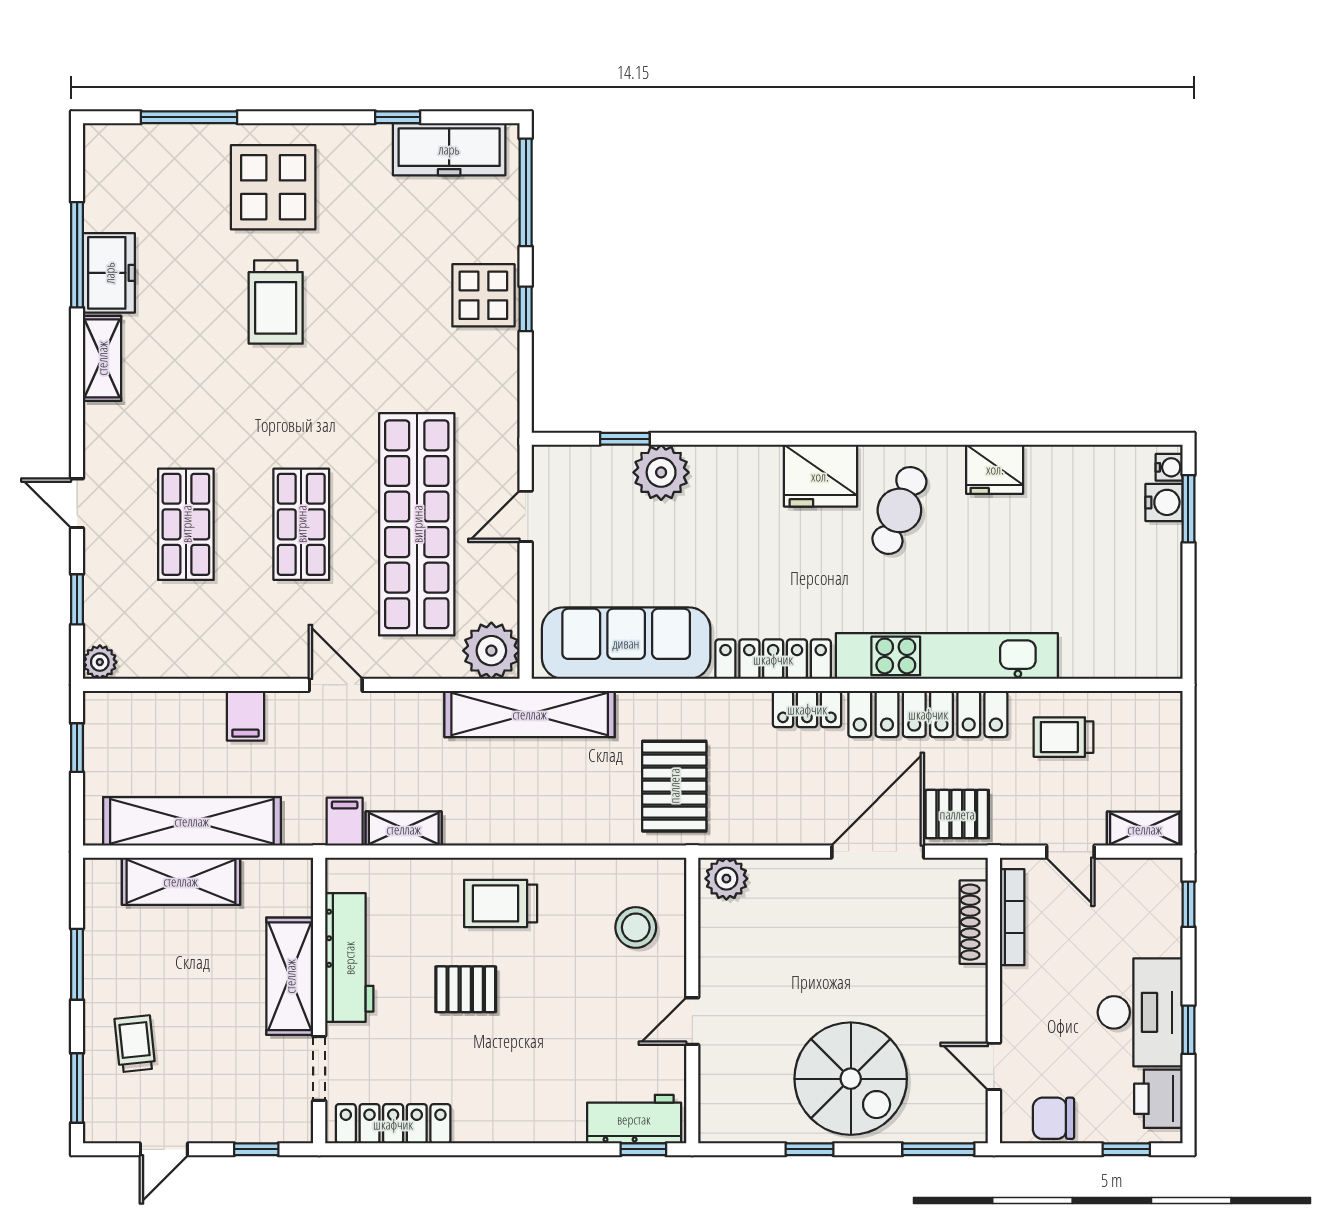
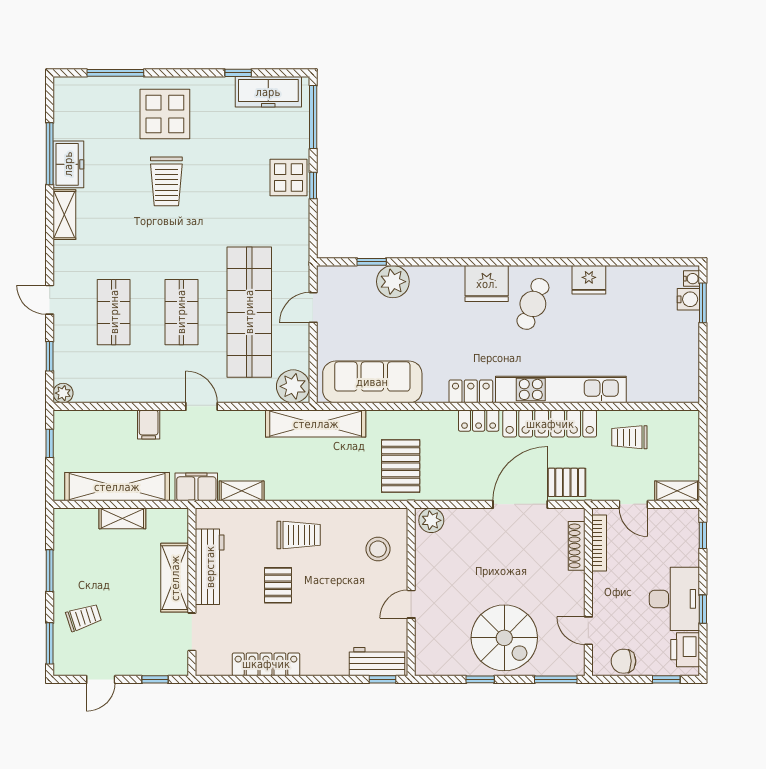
locker: (773, 659) -> (471, 391), width x0.66
filing cabinet: (345, 822) -> (196, 487), width x2.00
shelving: (181, 881) -> (122, 518), width x0.67, depth x0.75
trolley: (501, 903) -> (299, 535), turned 180
pallet: (466, 989) -> (278, 585), turned 90
trolley: (135, 1044) -> (84, 617), turned 78
locker: (393, 1124) -> (266, 664), moved

